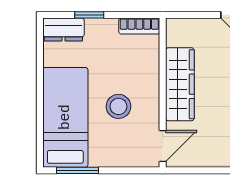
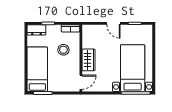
wardrobe: (180, 84) -> (89, 60), width x0.67
stool: (118, 106) -> (63, 50), moved

